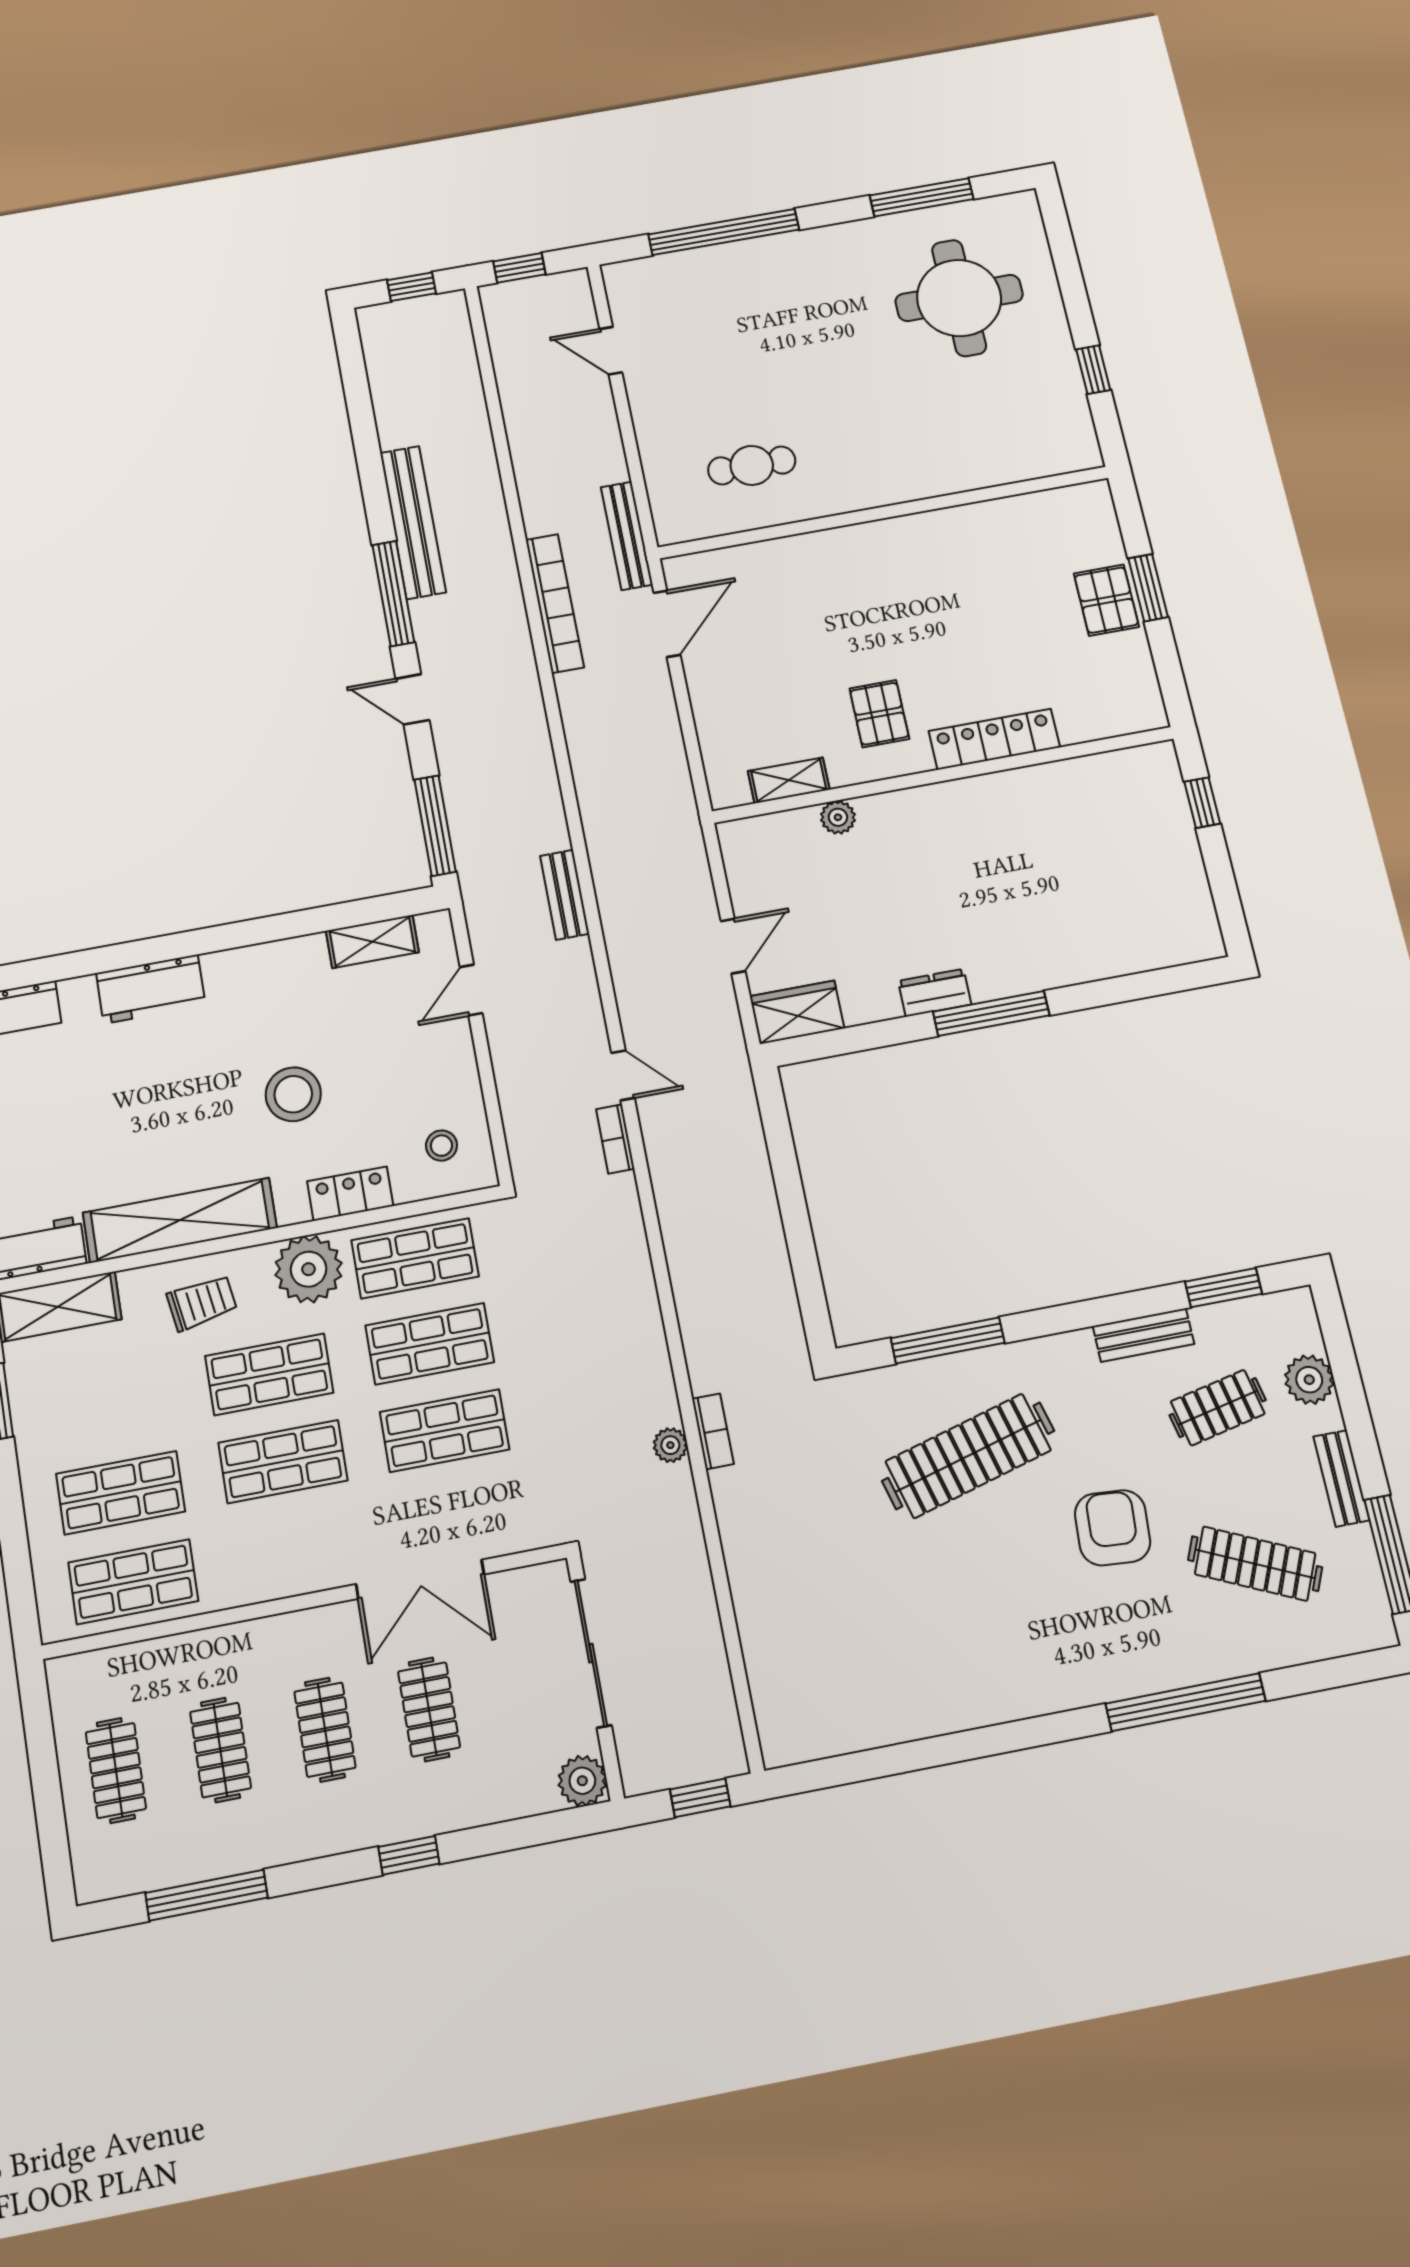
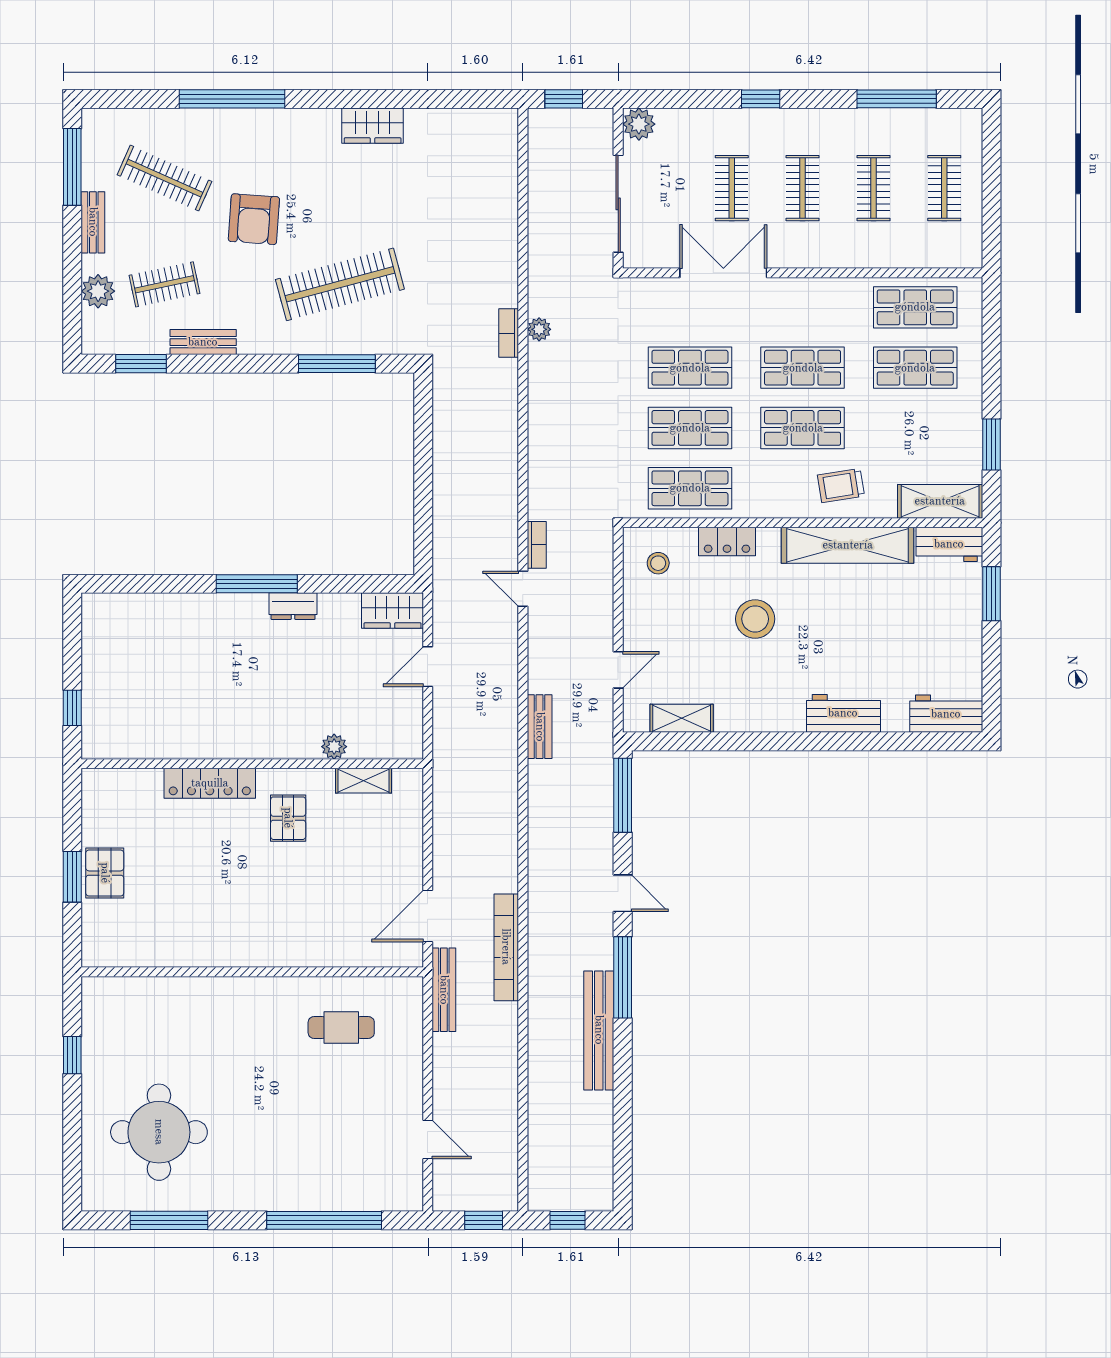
plant: (309, 1269) -> (764, 495), removed
wardrobe: (972, 1702) -> (373, 126), added

